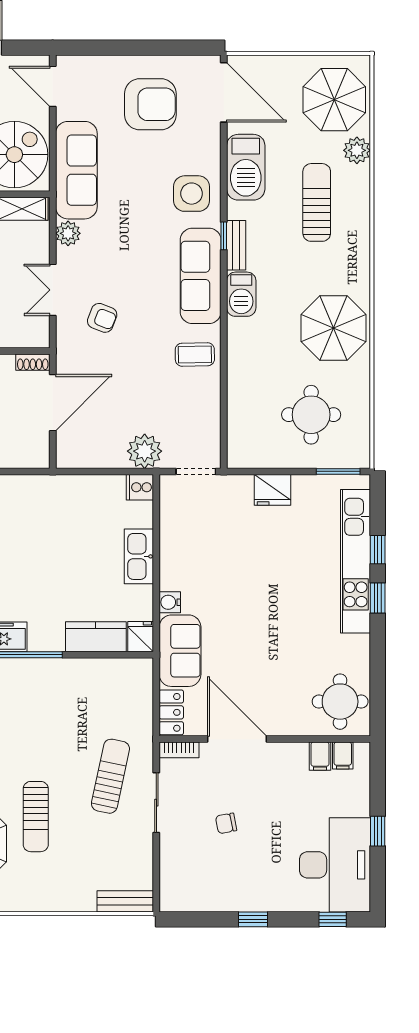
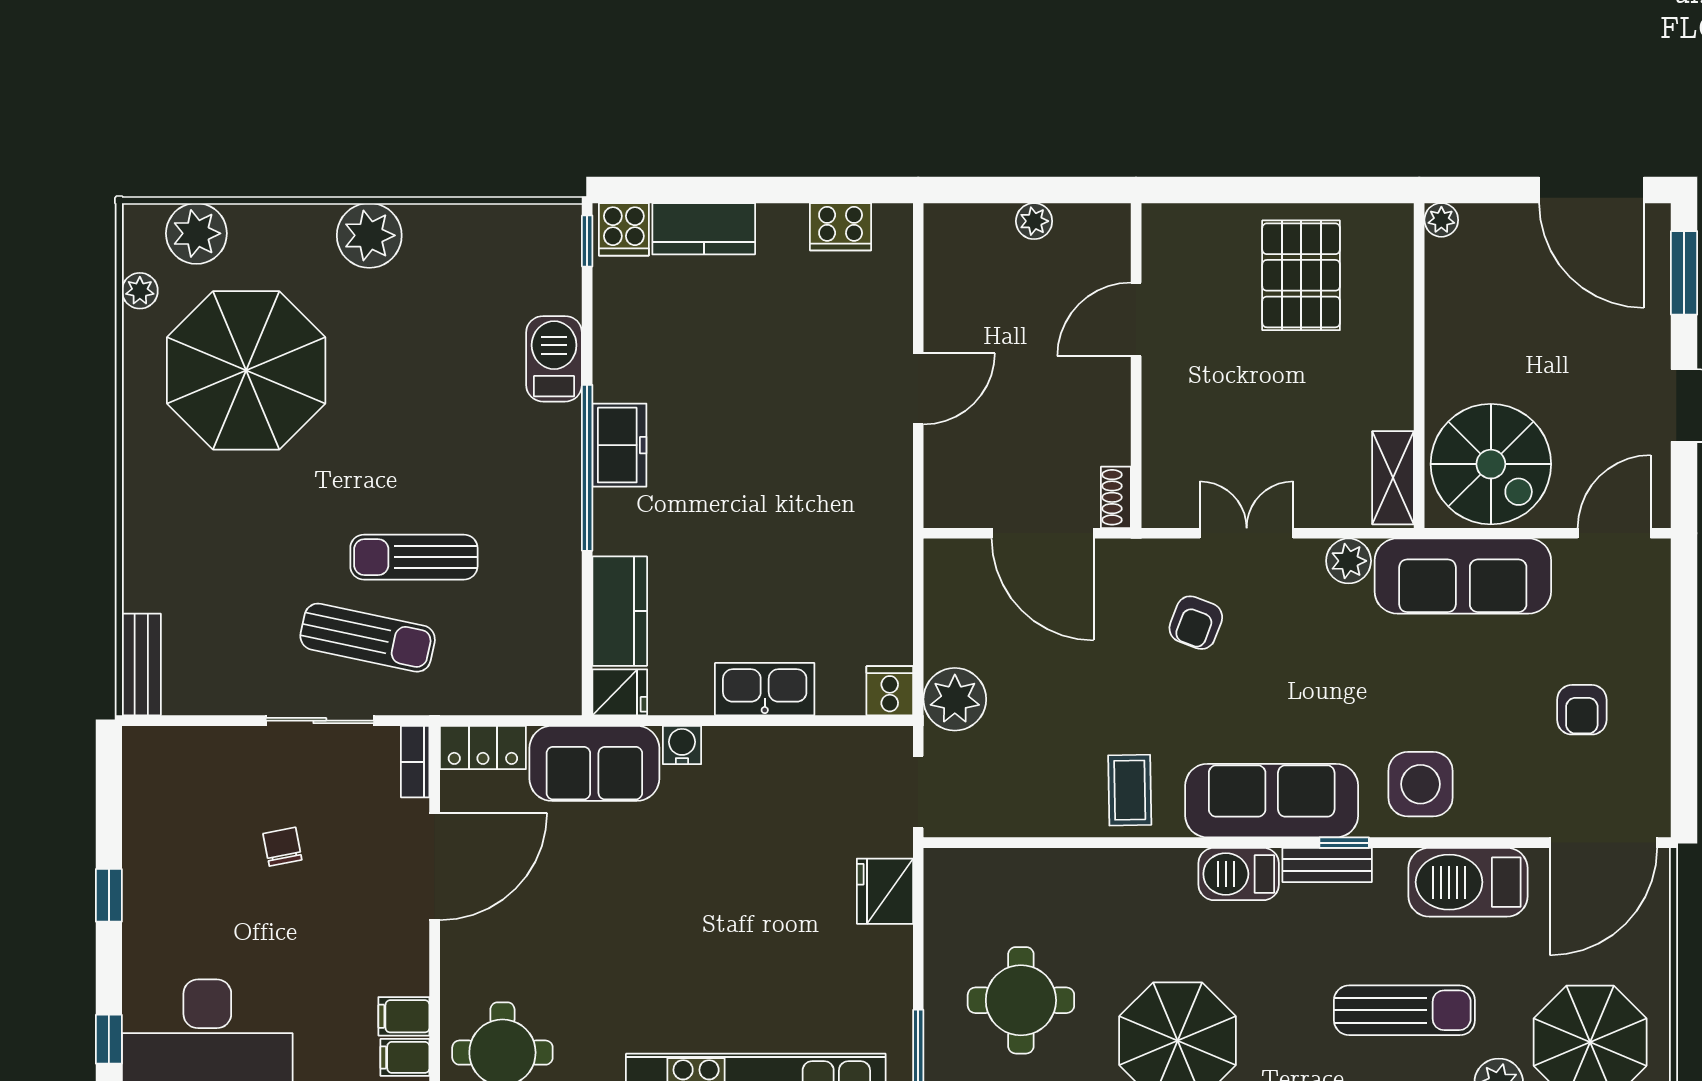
armchair: (150, 104) -> (1582, 710), width x0.53, depth x0.53
fridge: (272, 490) -> (885, 891), moved
sun lounger: (36, 817) -> (414, 557), moved

